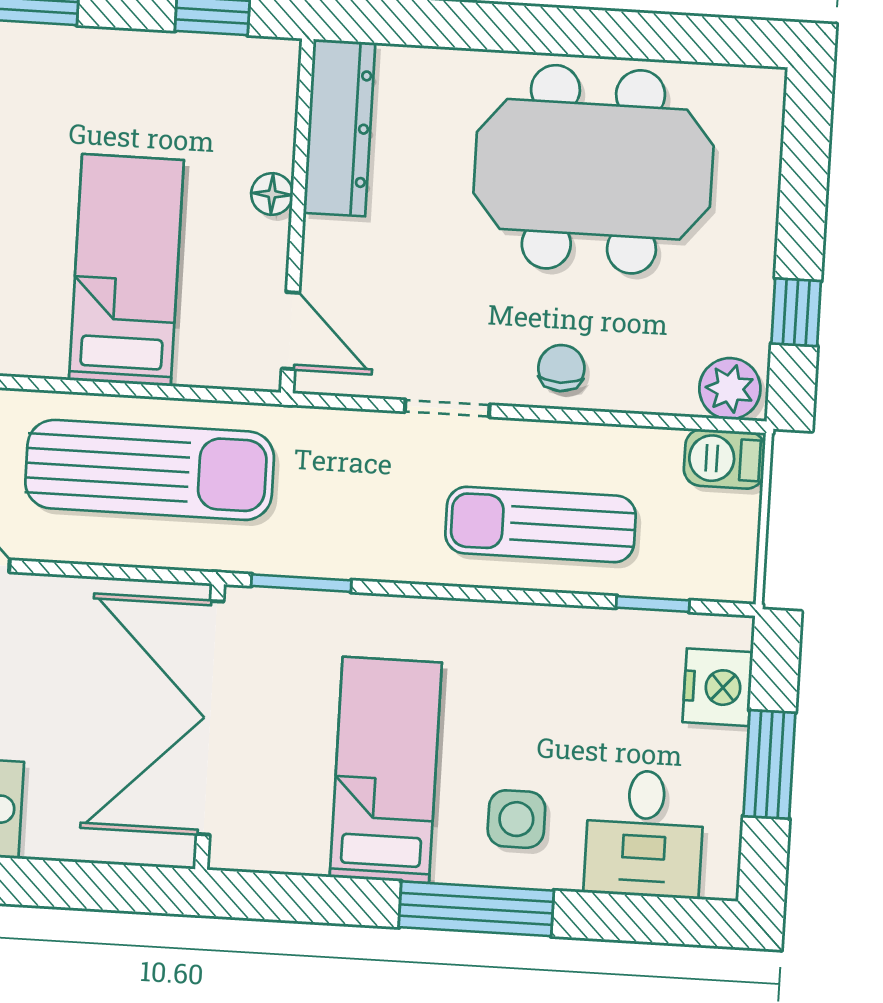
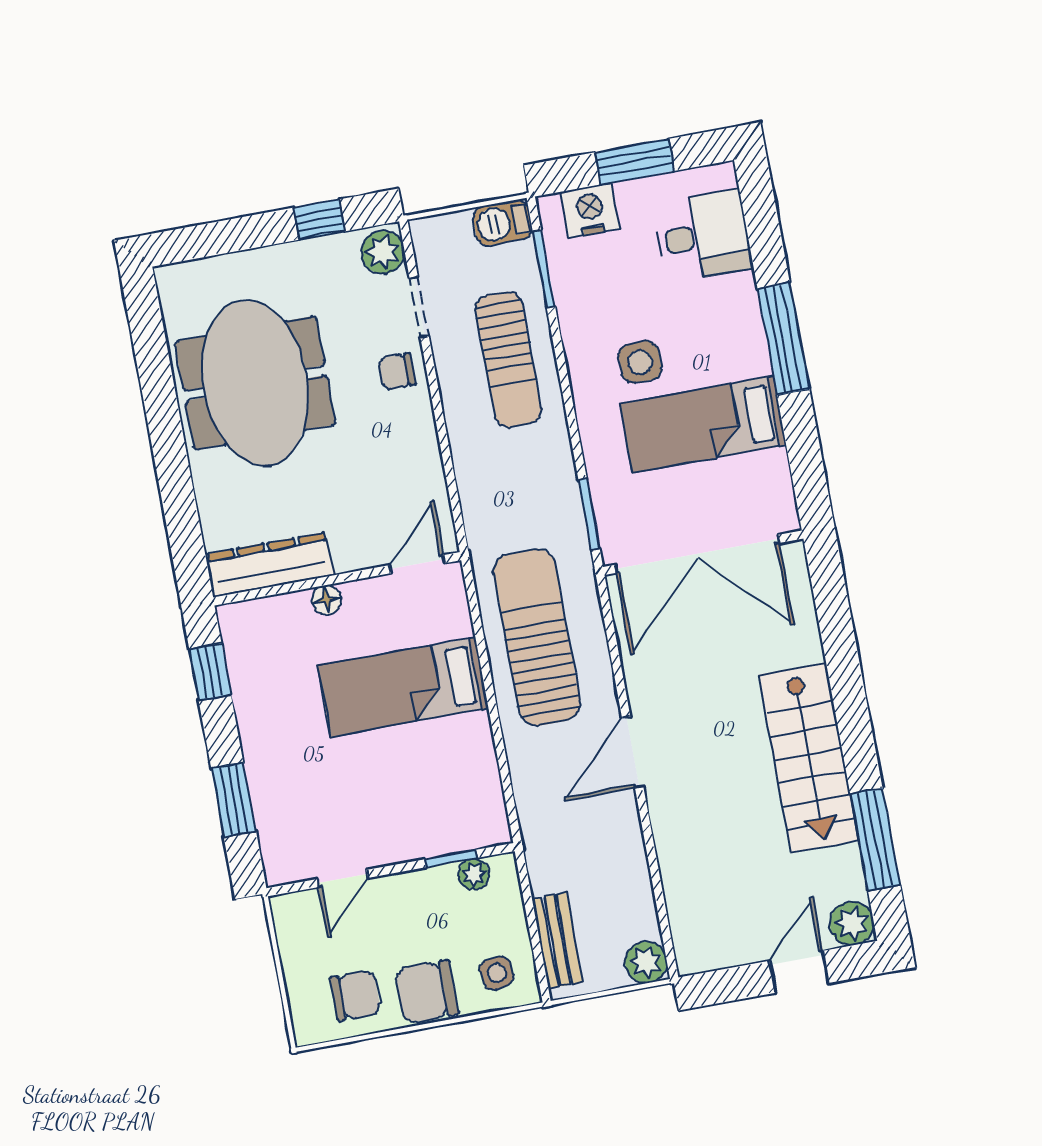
doorway: (447, 408) -> (419, 307), moved
barbecue: (724, 459) -> (503, 223), moved, turned 90
window: (653, 604) -> (544, 269), width x1.50
side table: (516, 819) -> (640, 362), moved

